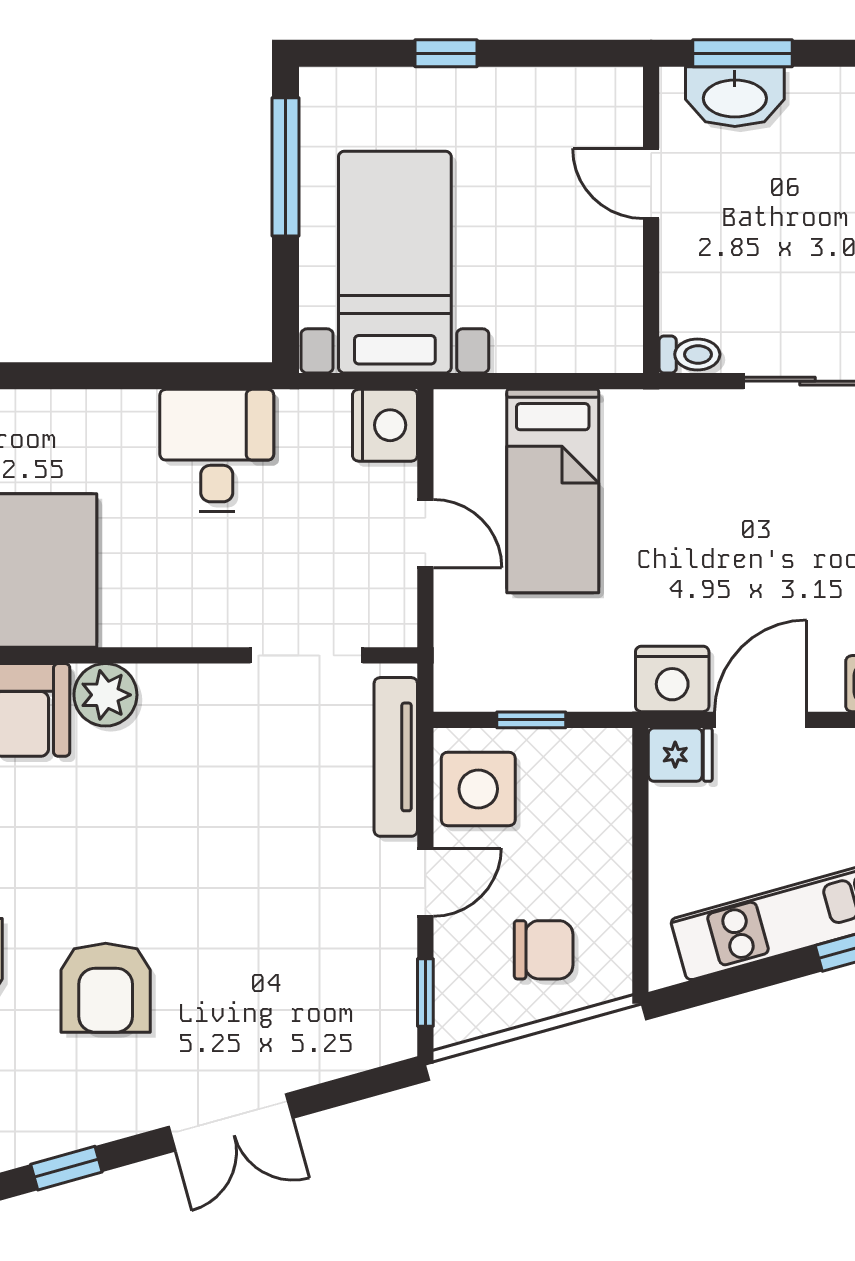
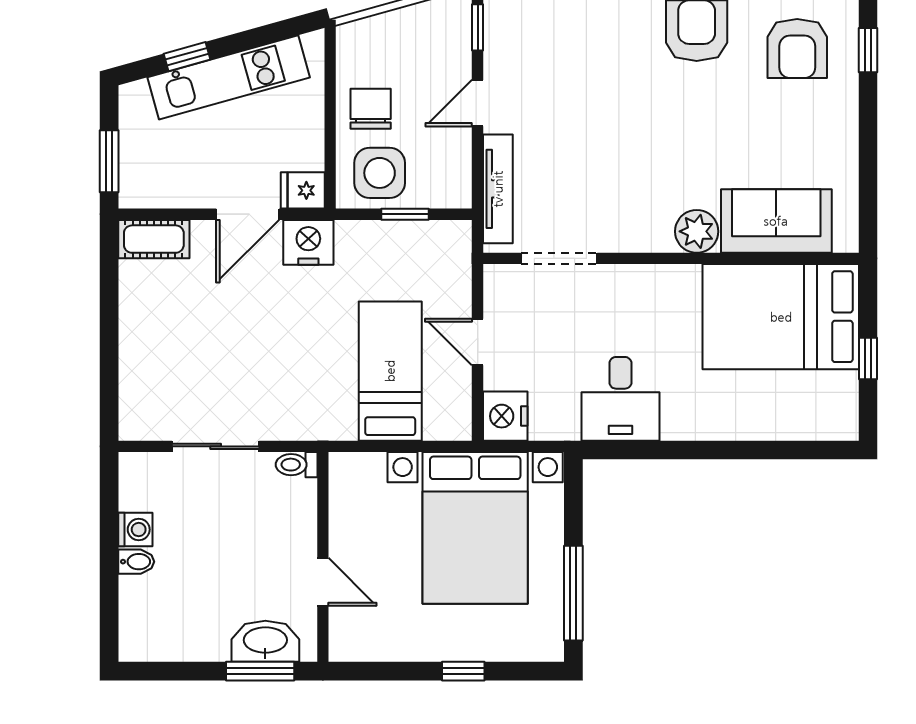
bed with nightstands: (395, 262) -> (475, 528), width x1.36
side table: (478, 789) -> (380, 173), moved
chair: (544, 950) -> (371, 109), moved, turned 90

